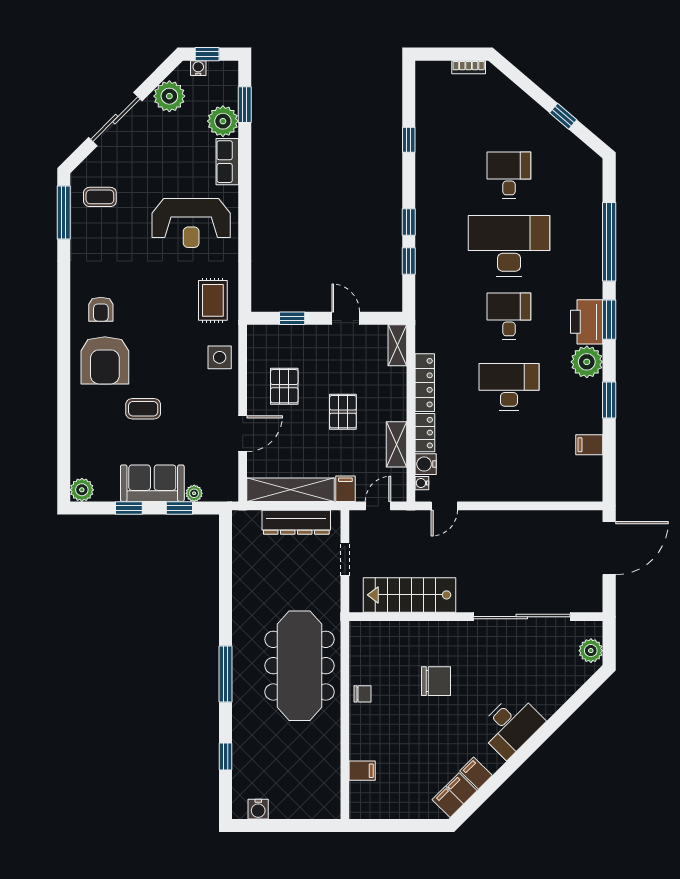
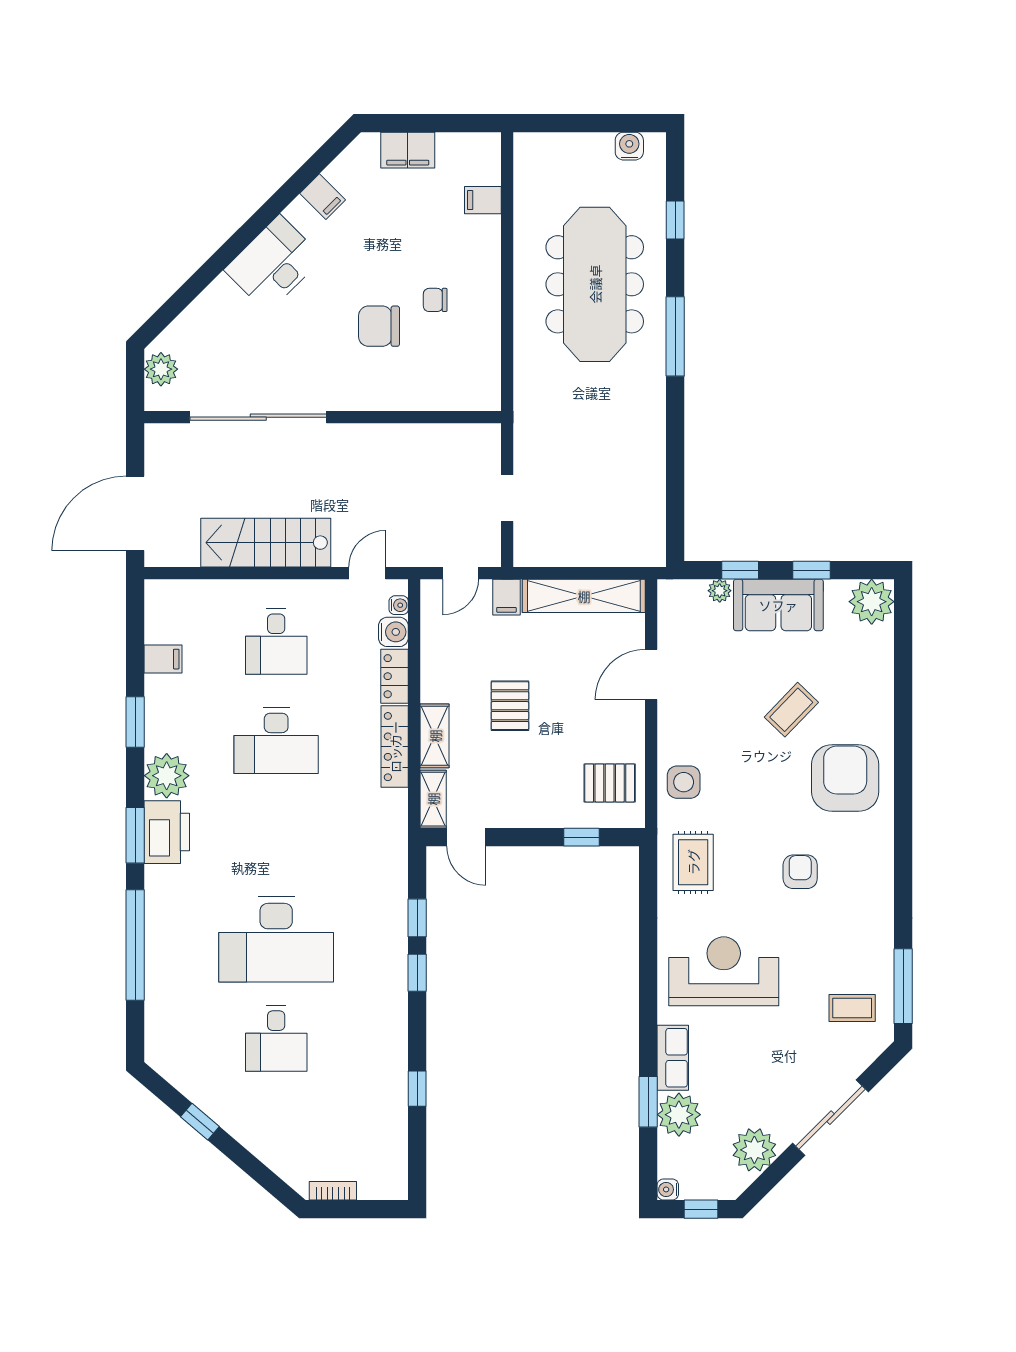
water cooler: (198, 68) -> (668, 1189), moved, turned 90
window: (245, 105) -> (648, 1102), moved
armchair: (101, 309) -> (800, 872), moved
desk: (509, 316) -> (276, 641), moved
door: (346, 318) -> (466, 837), moved
pallet: (284, 386) -> (610, 783), moved, turned 90
coffee table: (143, 409) -> (791, 710), turned -46
shelving: (396, 444) -> (435, 736), moved
plant: (82, 490) -> (872, 602), width x1.36, depth x1.36
dresser: (296, 522) -> (576, 550), removed
stairs: (410, 595) -> (266, 543), moved, turned 180
meeting table: (300, 666) -> (595, 284), moved
chair: (362, 694) -> (435, 300), moved
filing cabinet: (455, 795) -> (408, 150), moved, turned 45

